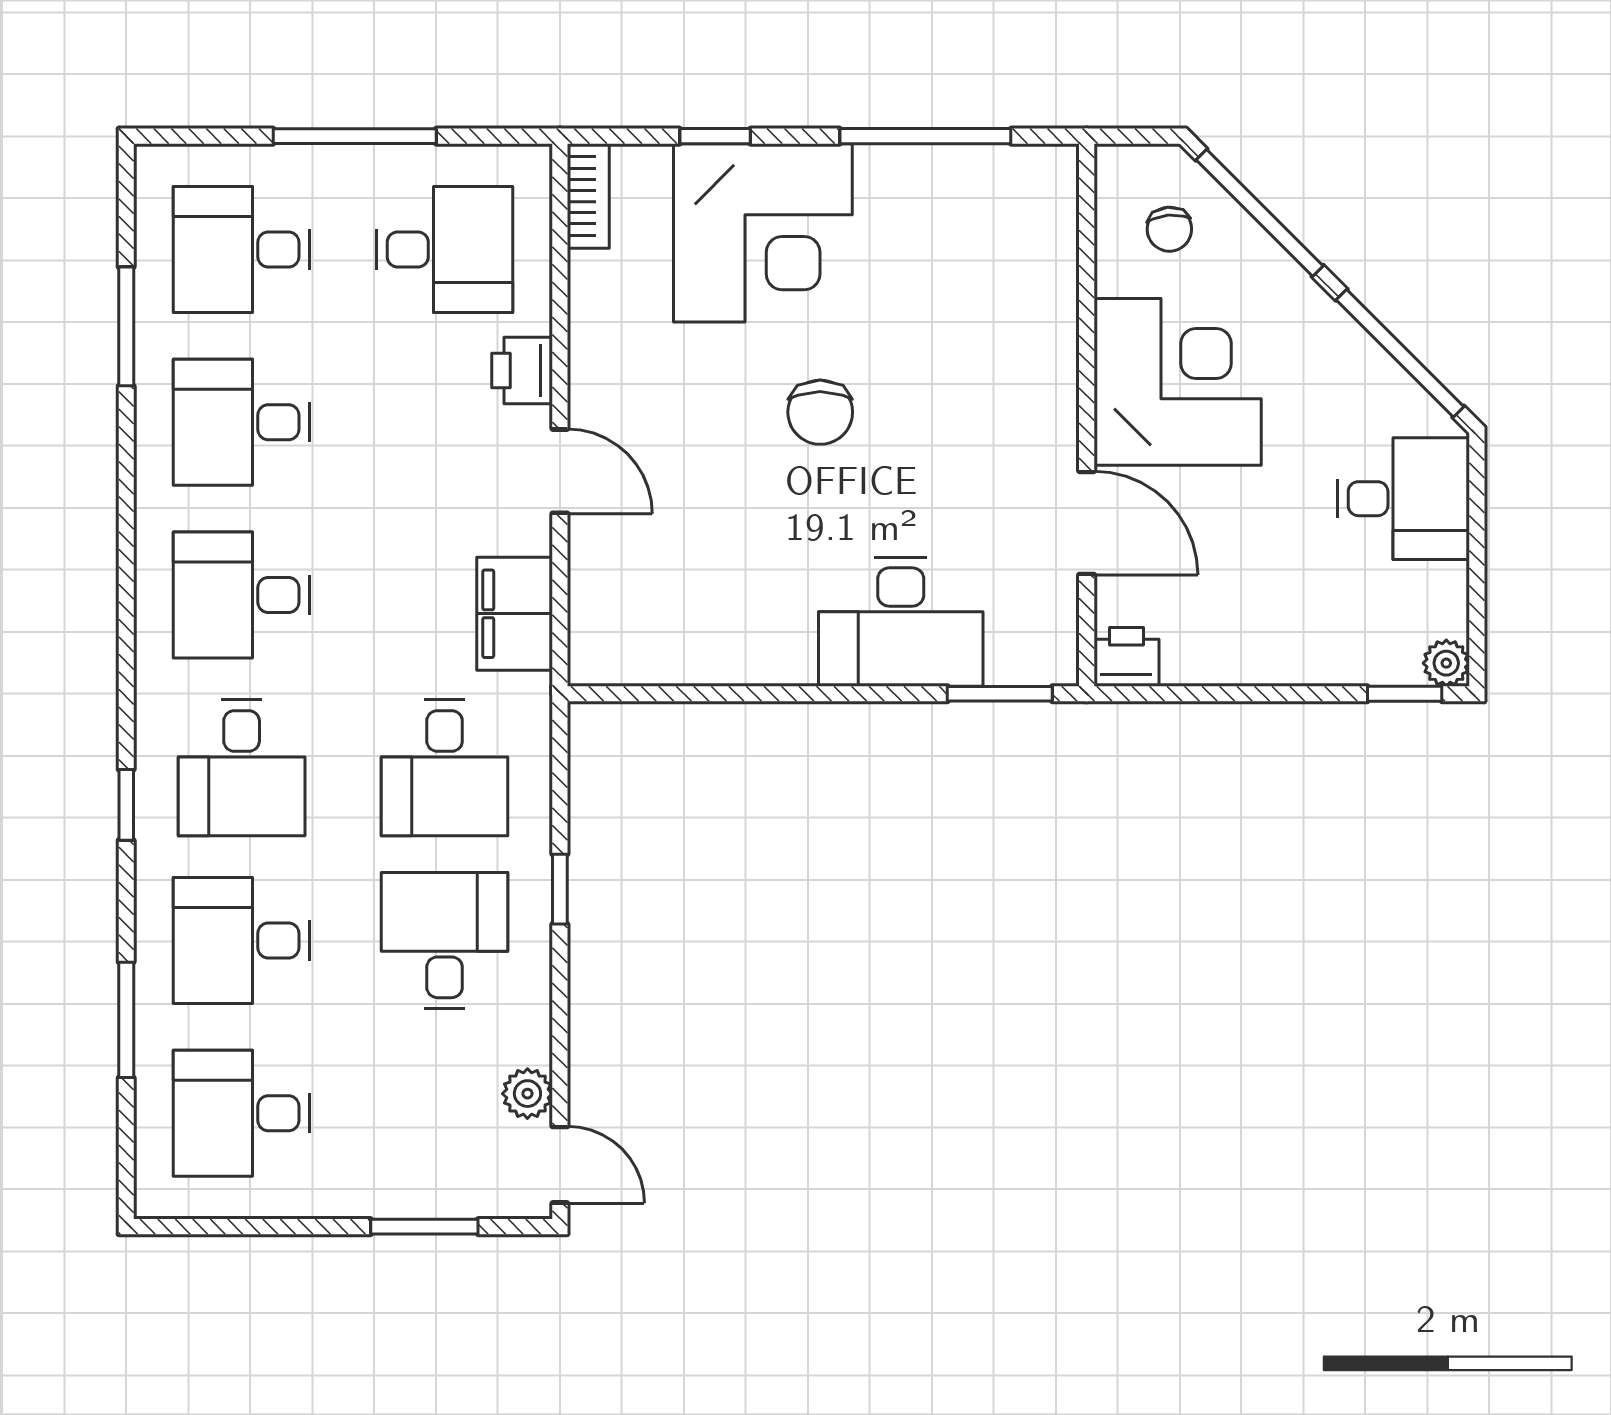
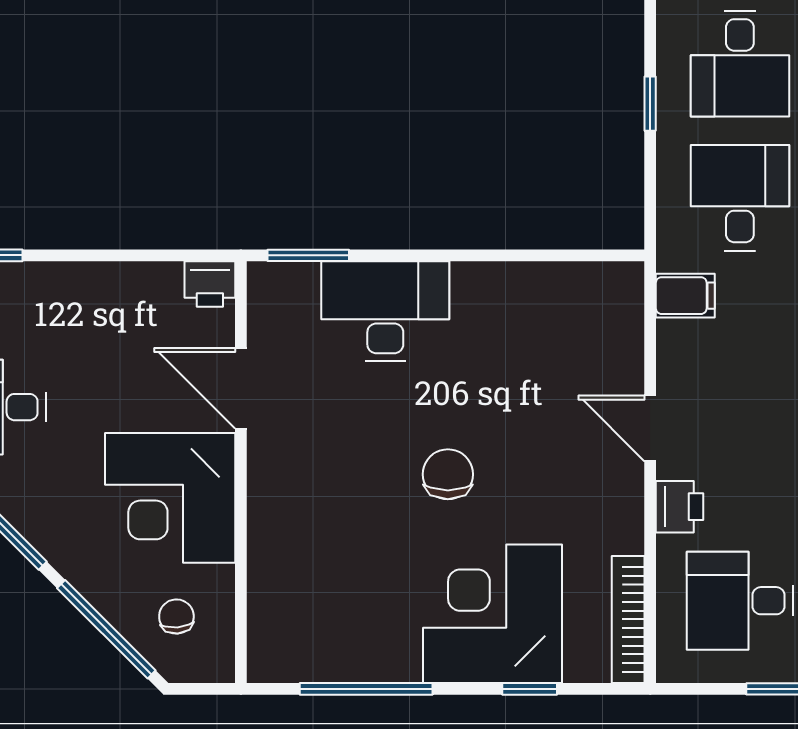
bookcase: (588, 196) -> (628, 619), width x1.56
filing cabinet: (515, 614) -> (685, 296), width x0.50

